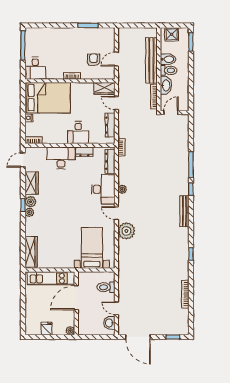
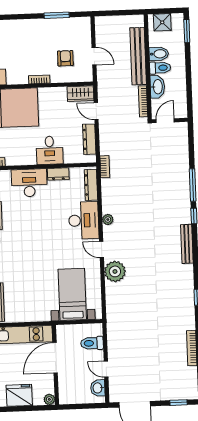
door: (116, 59) -> (94, 56), swing flipped
fridge: (47, 329) -> (19, 395), width x1.88, depth x1.34

